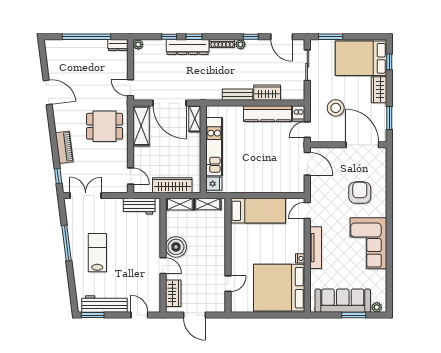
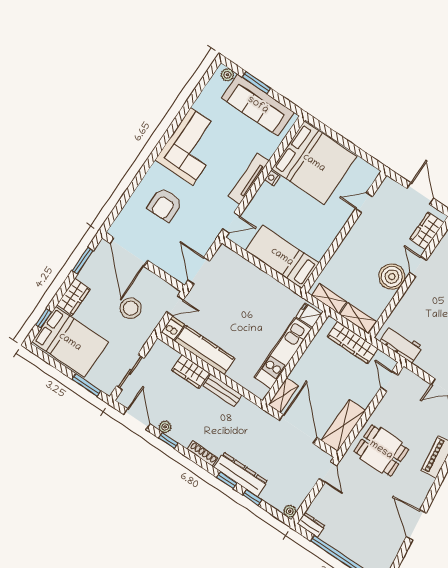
plant: (241, 44) -> (165, 427), moved

